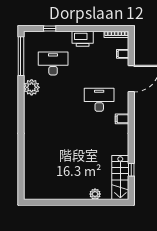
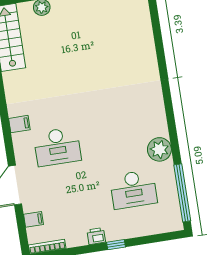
window: (50, 29) -> (116, 245), moved
printer: (83, 39) -> (96, 236), width x0.53, depth x0.68

